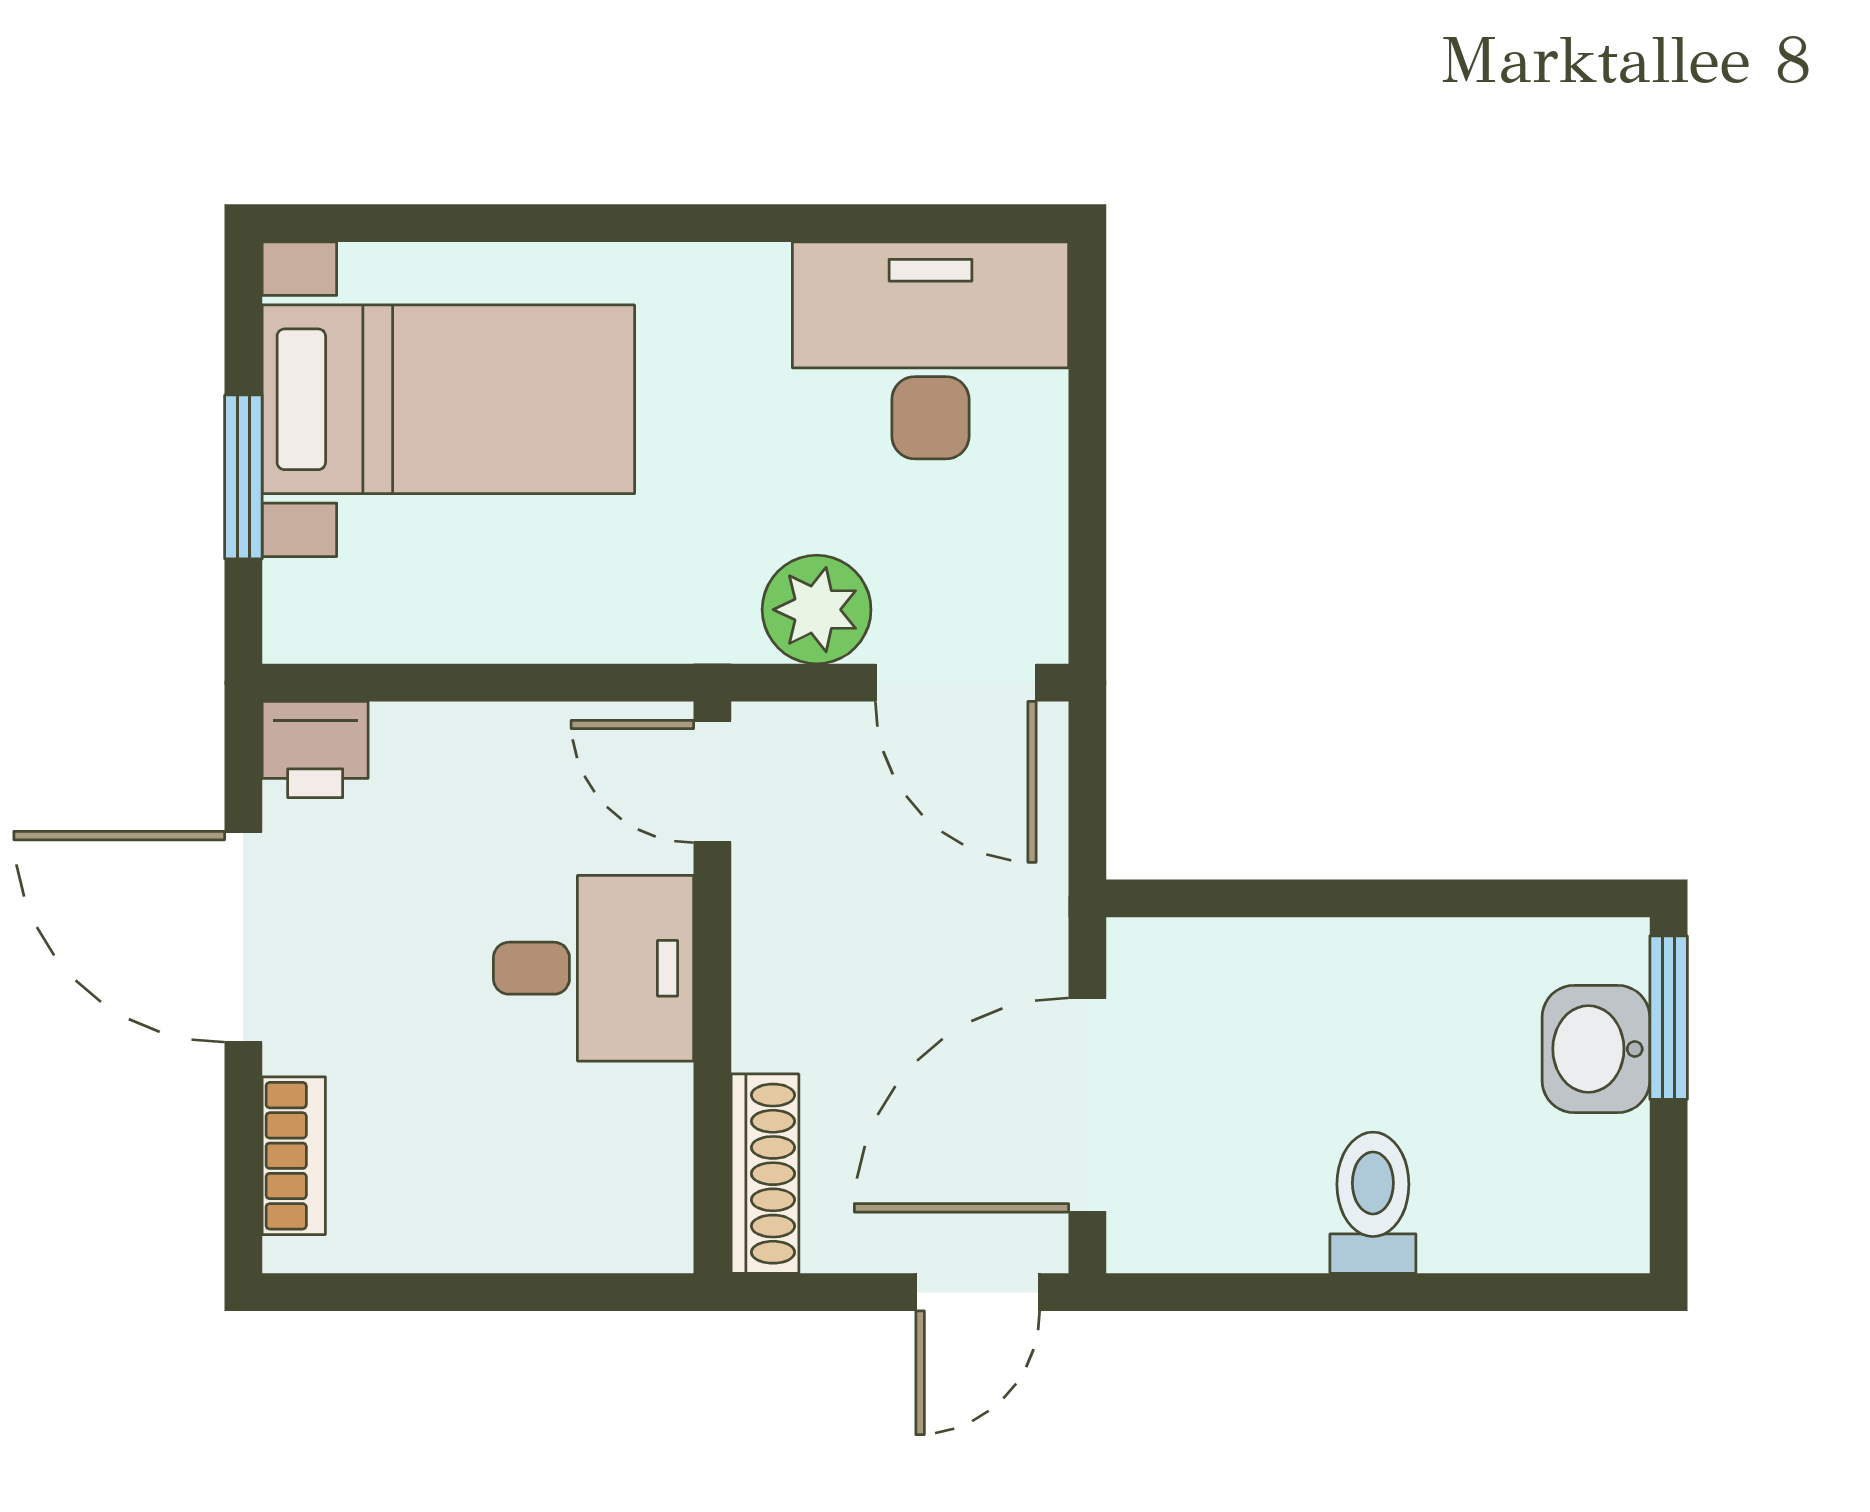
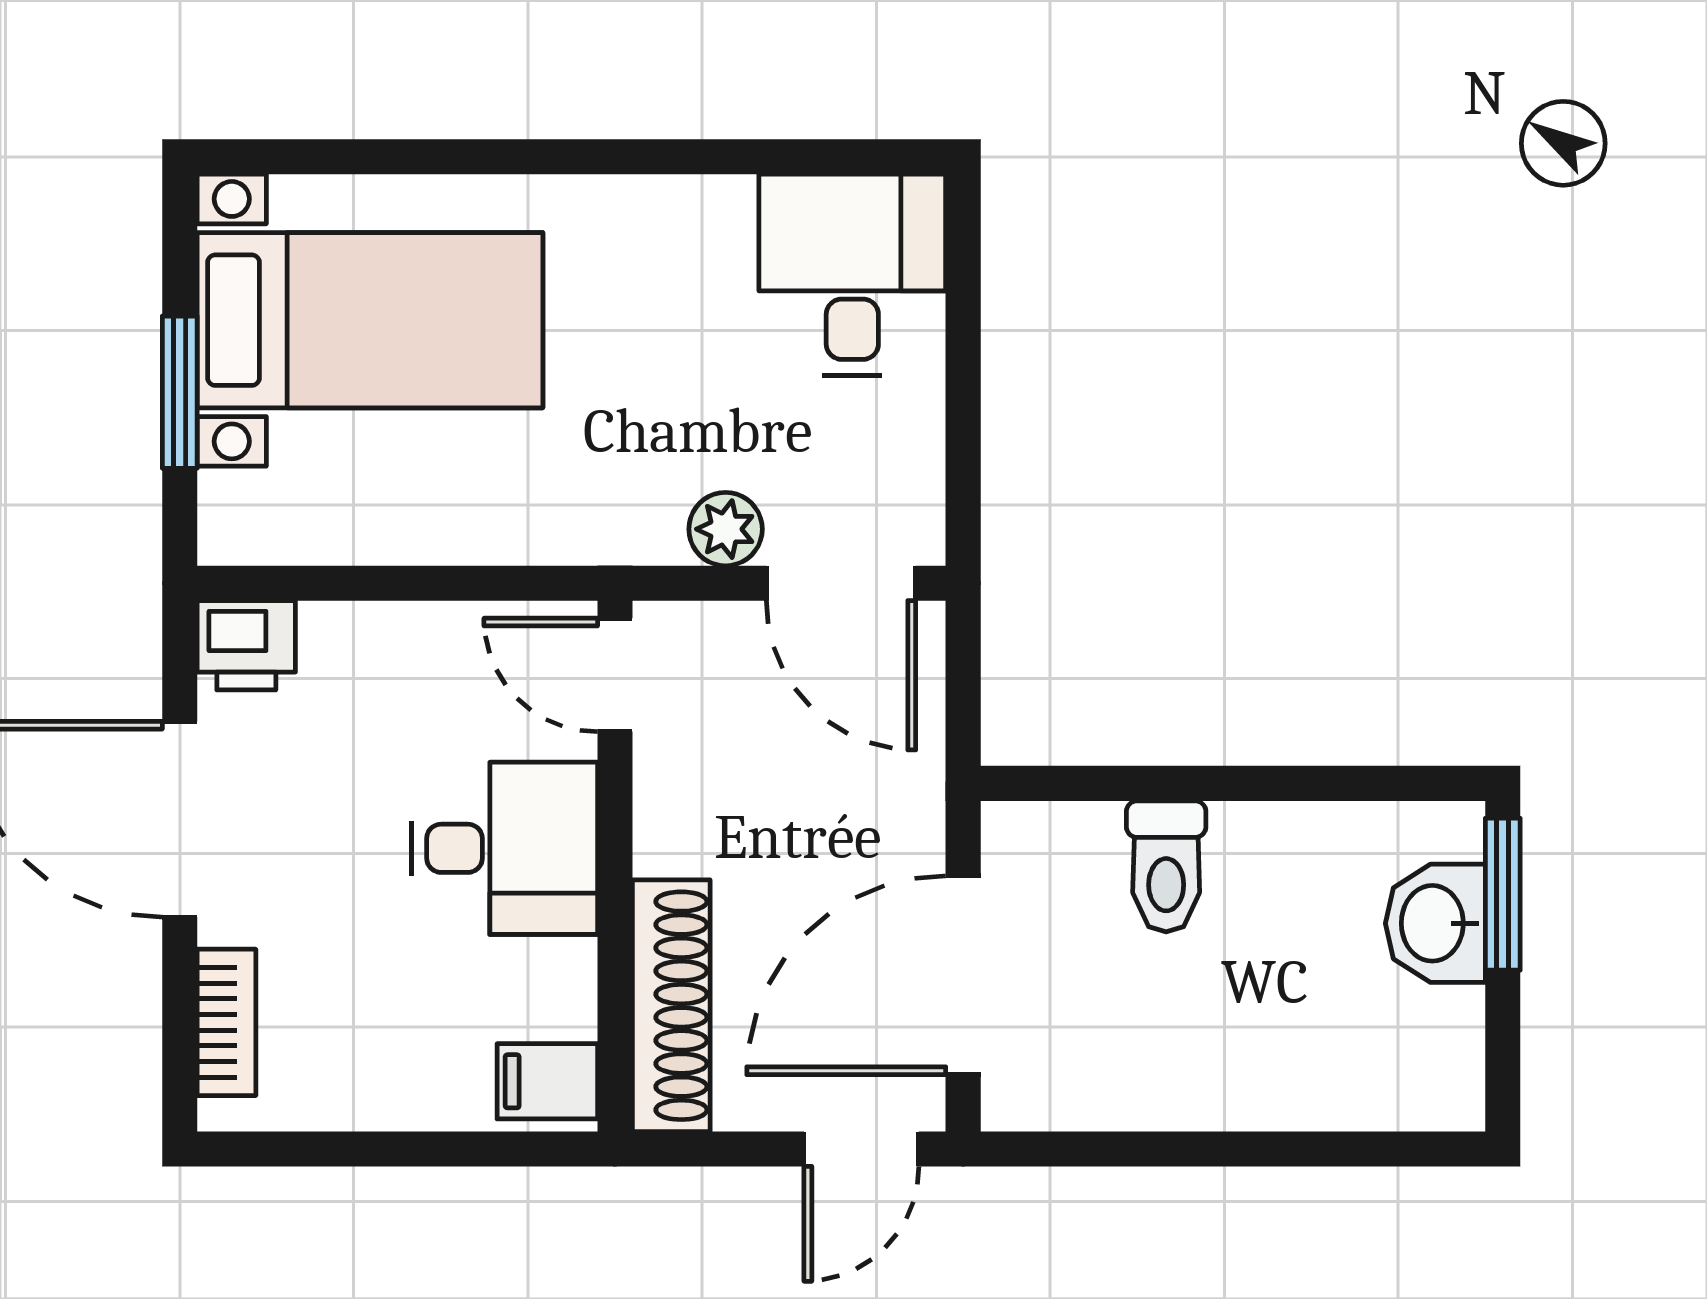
desk: (930, 350) -> (852, 275), width x0.73
plant: (817, 610) -> (726, 529), width x0.73, depth x0.73
shoe rack: (765, 1174) -> (671, 1006), width x1.36, depth x1.24
toilet: (1373, 1203) -> (1166, 866), moved, turned 180
filing cabinet: (639, 1219) -> (547, 1081), added

